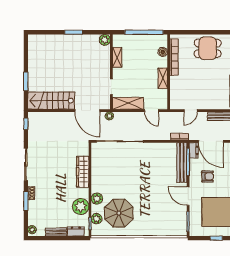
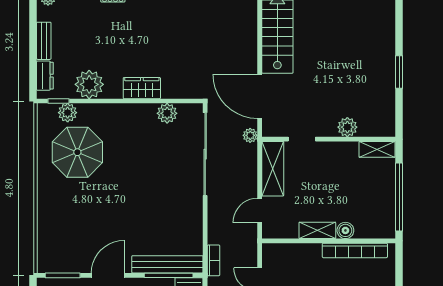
plant: (105, 40) -> (347, 127), moved
boiler: (163, 52) -> (345, 230), moved
shelving: (117, 57) -> (377, 149), moved
door: (87, 111) -> (260, 96), hinge flipped
wardrobe: (83, 172) -> (142, 88), width x0.67
plant: (97, 199) -> (167, 113), moved

